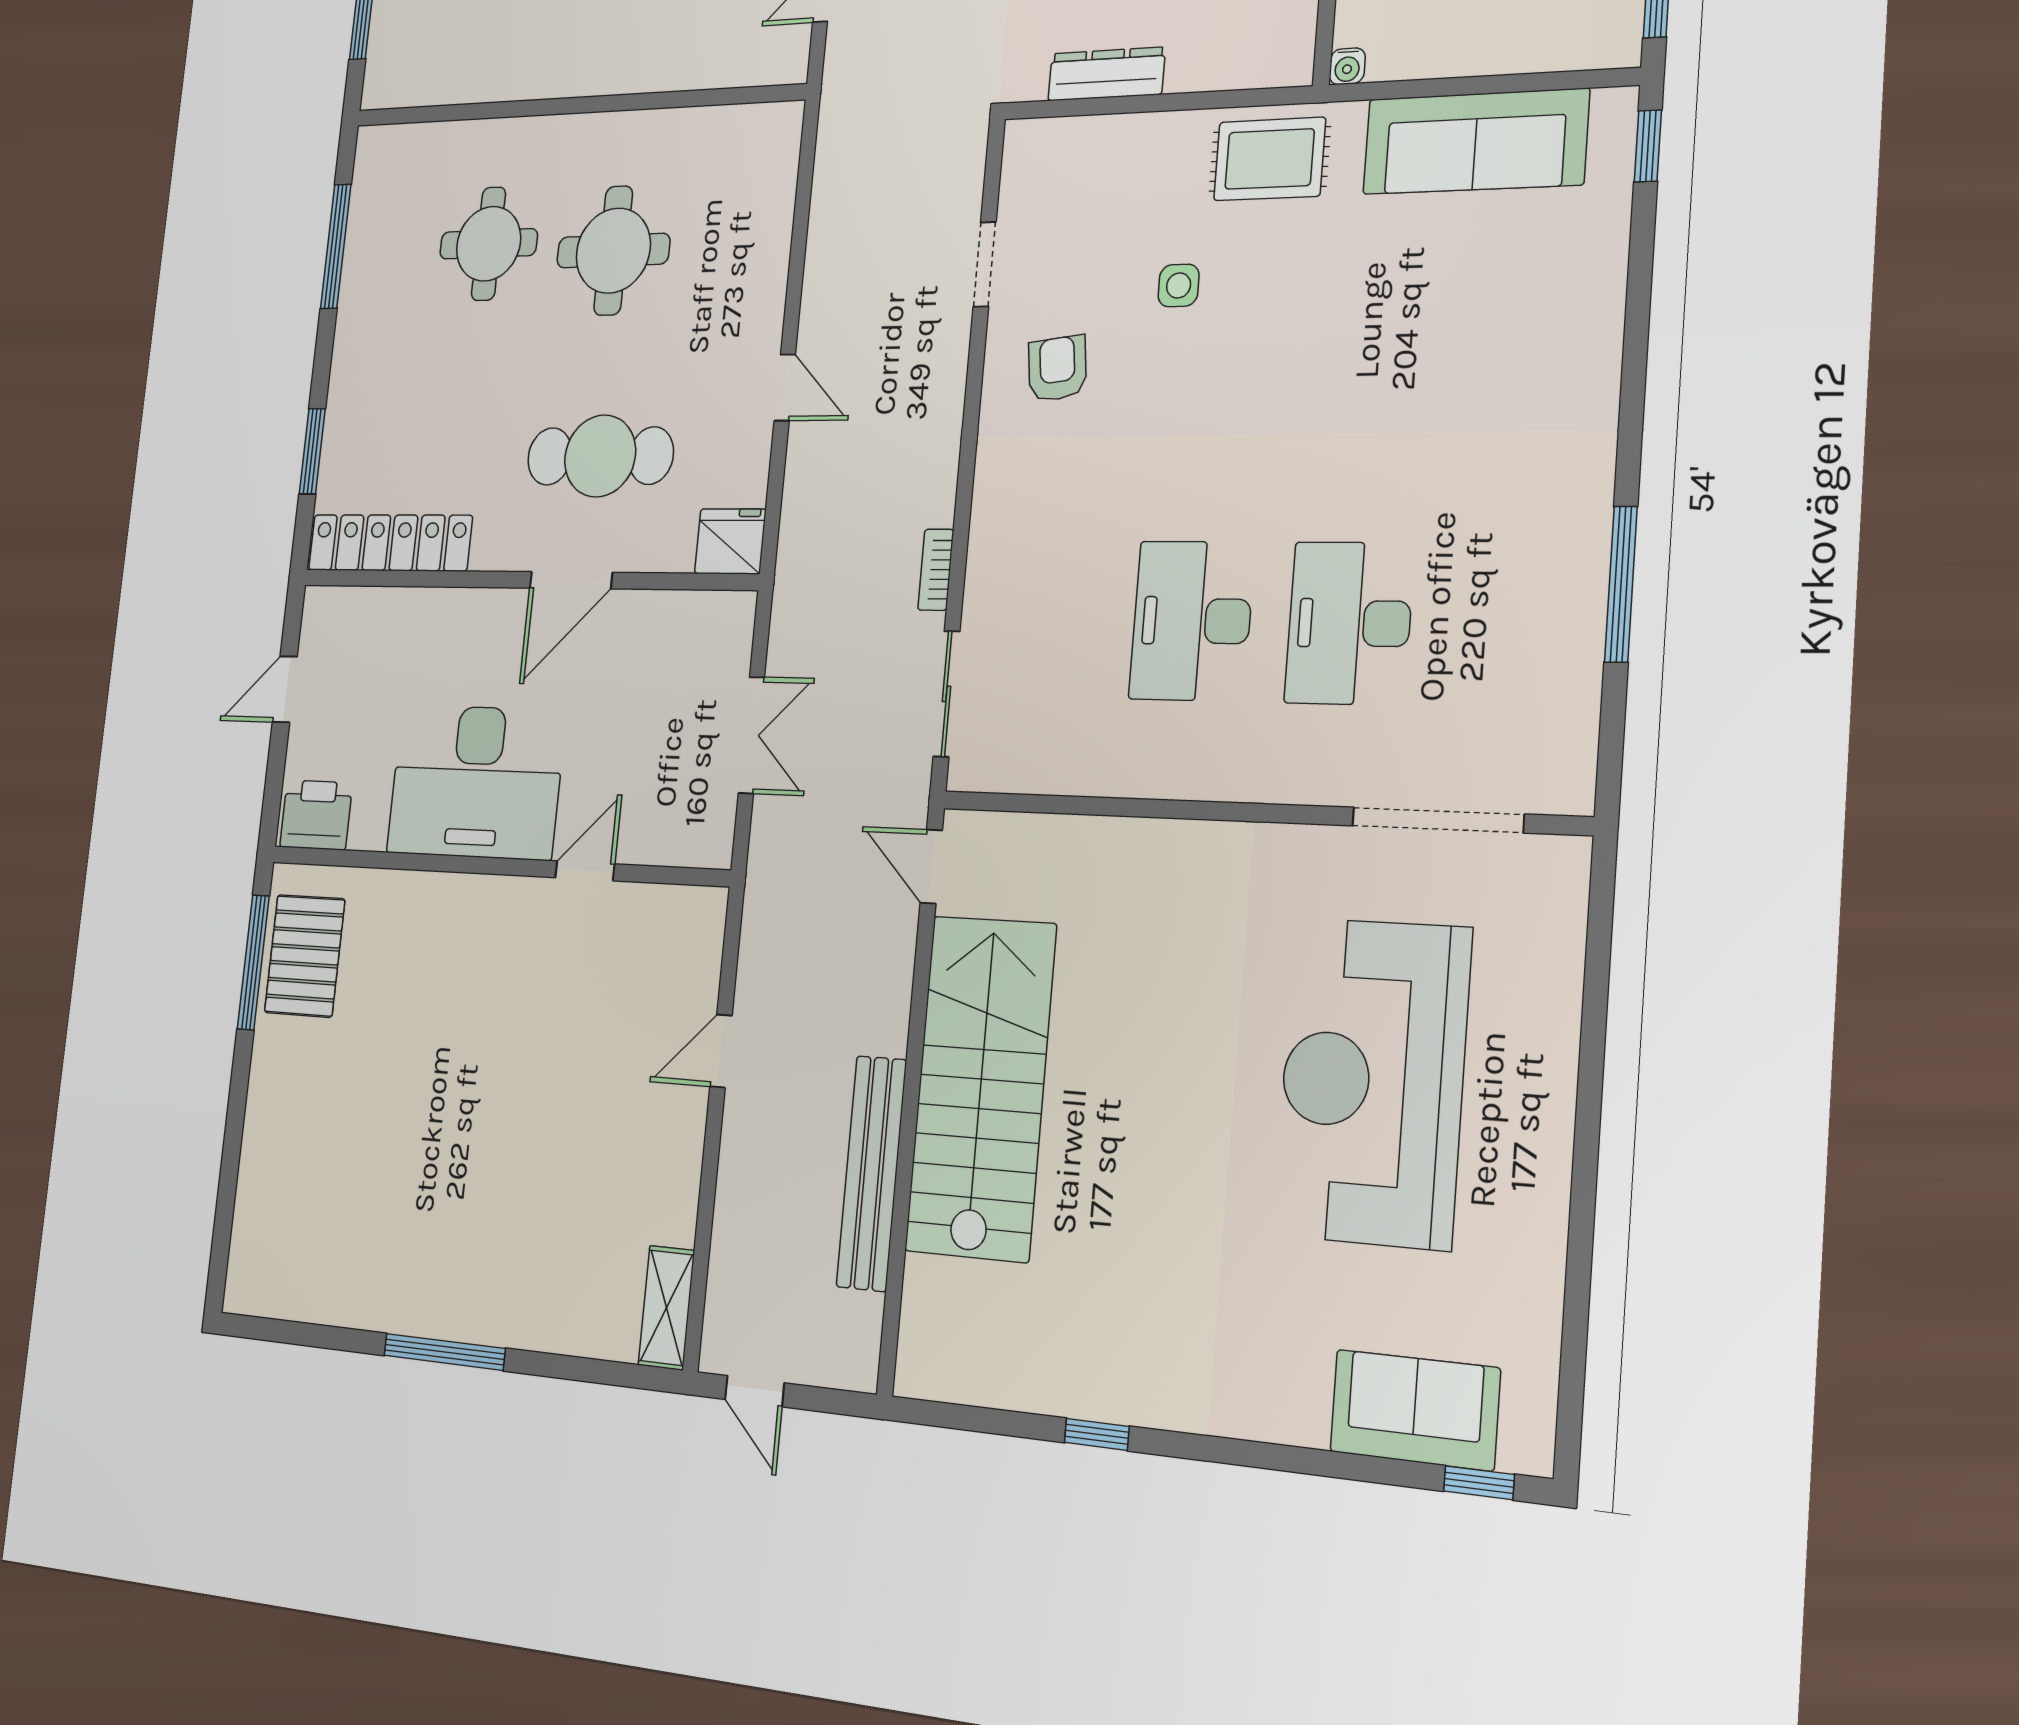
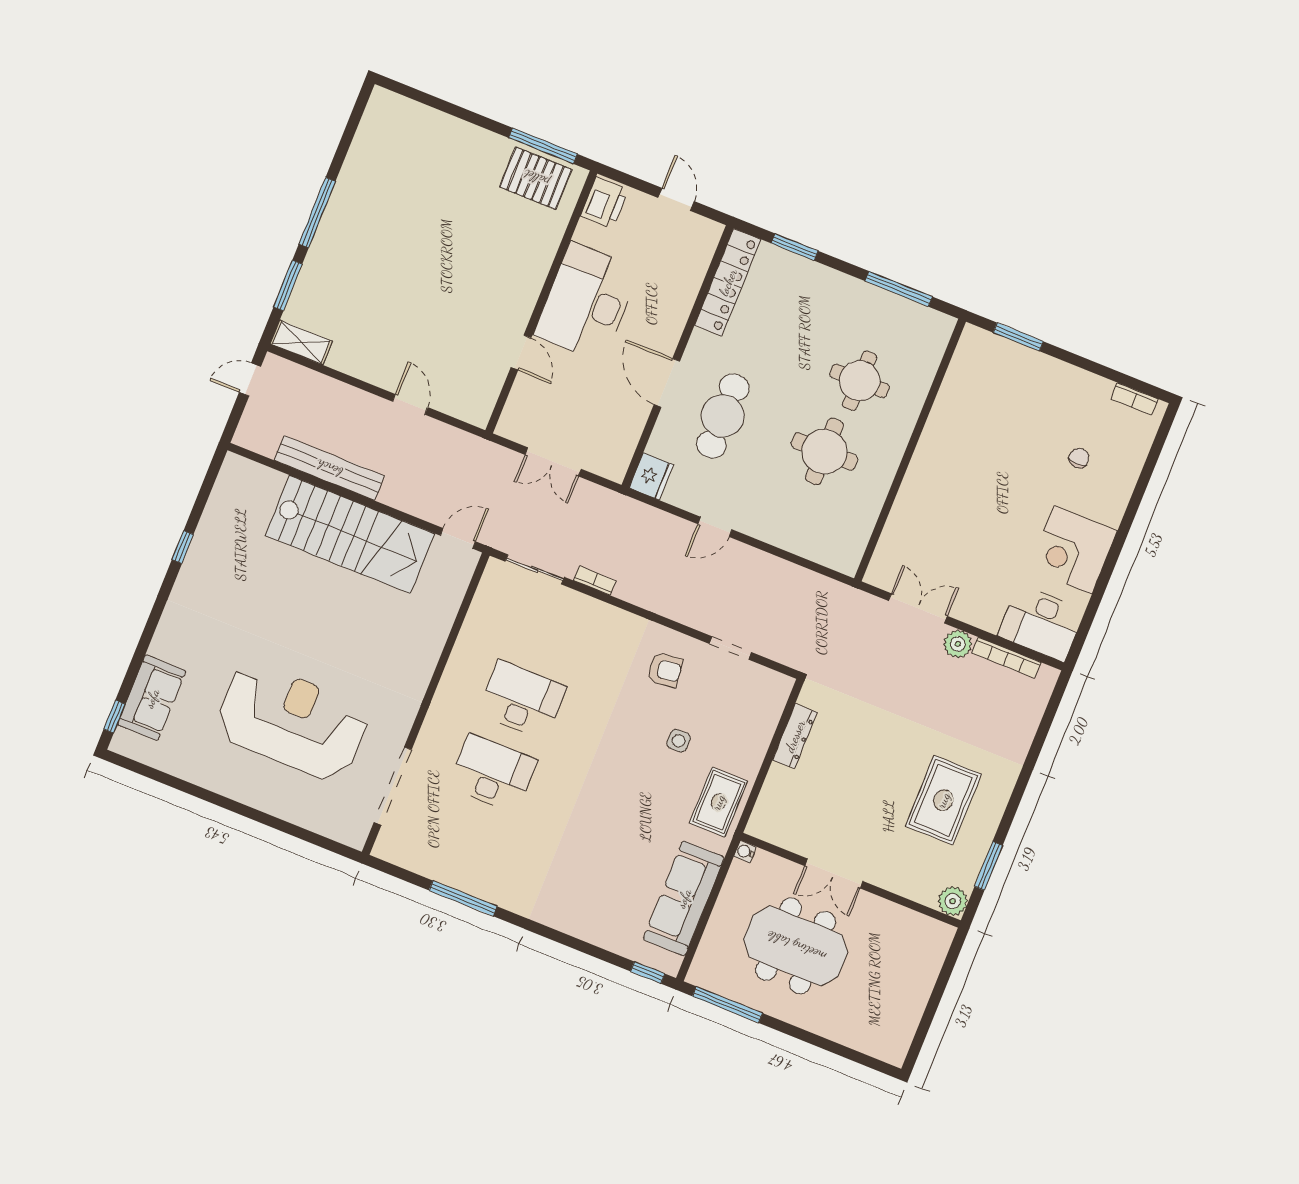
window: (576, 1369) -> (288, 285), added

